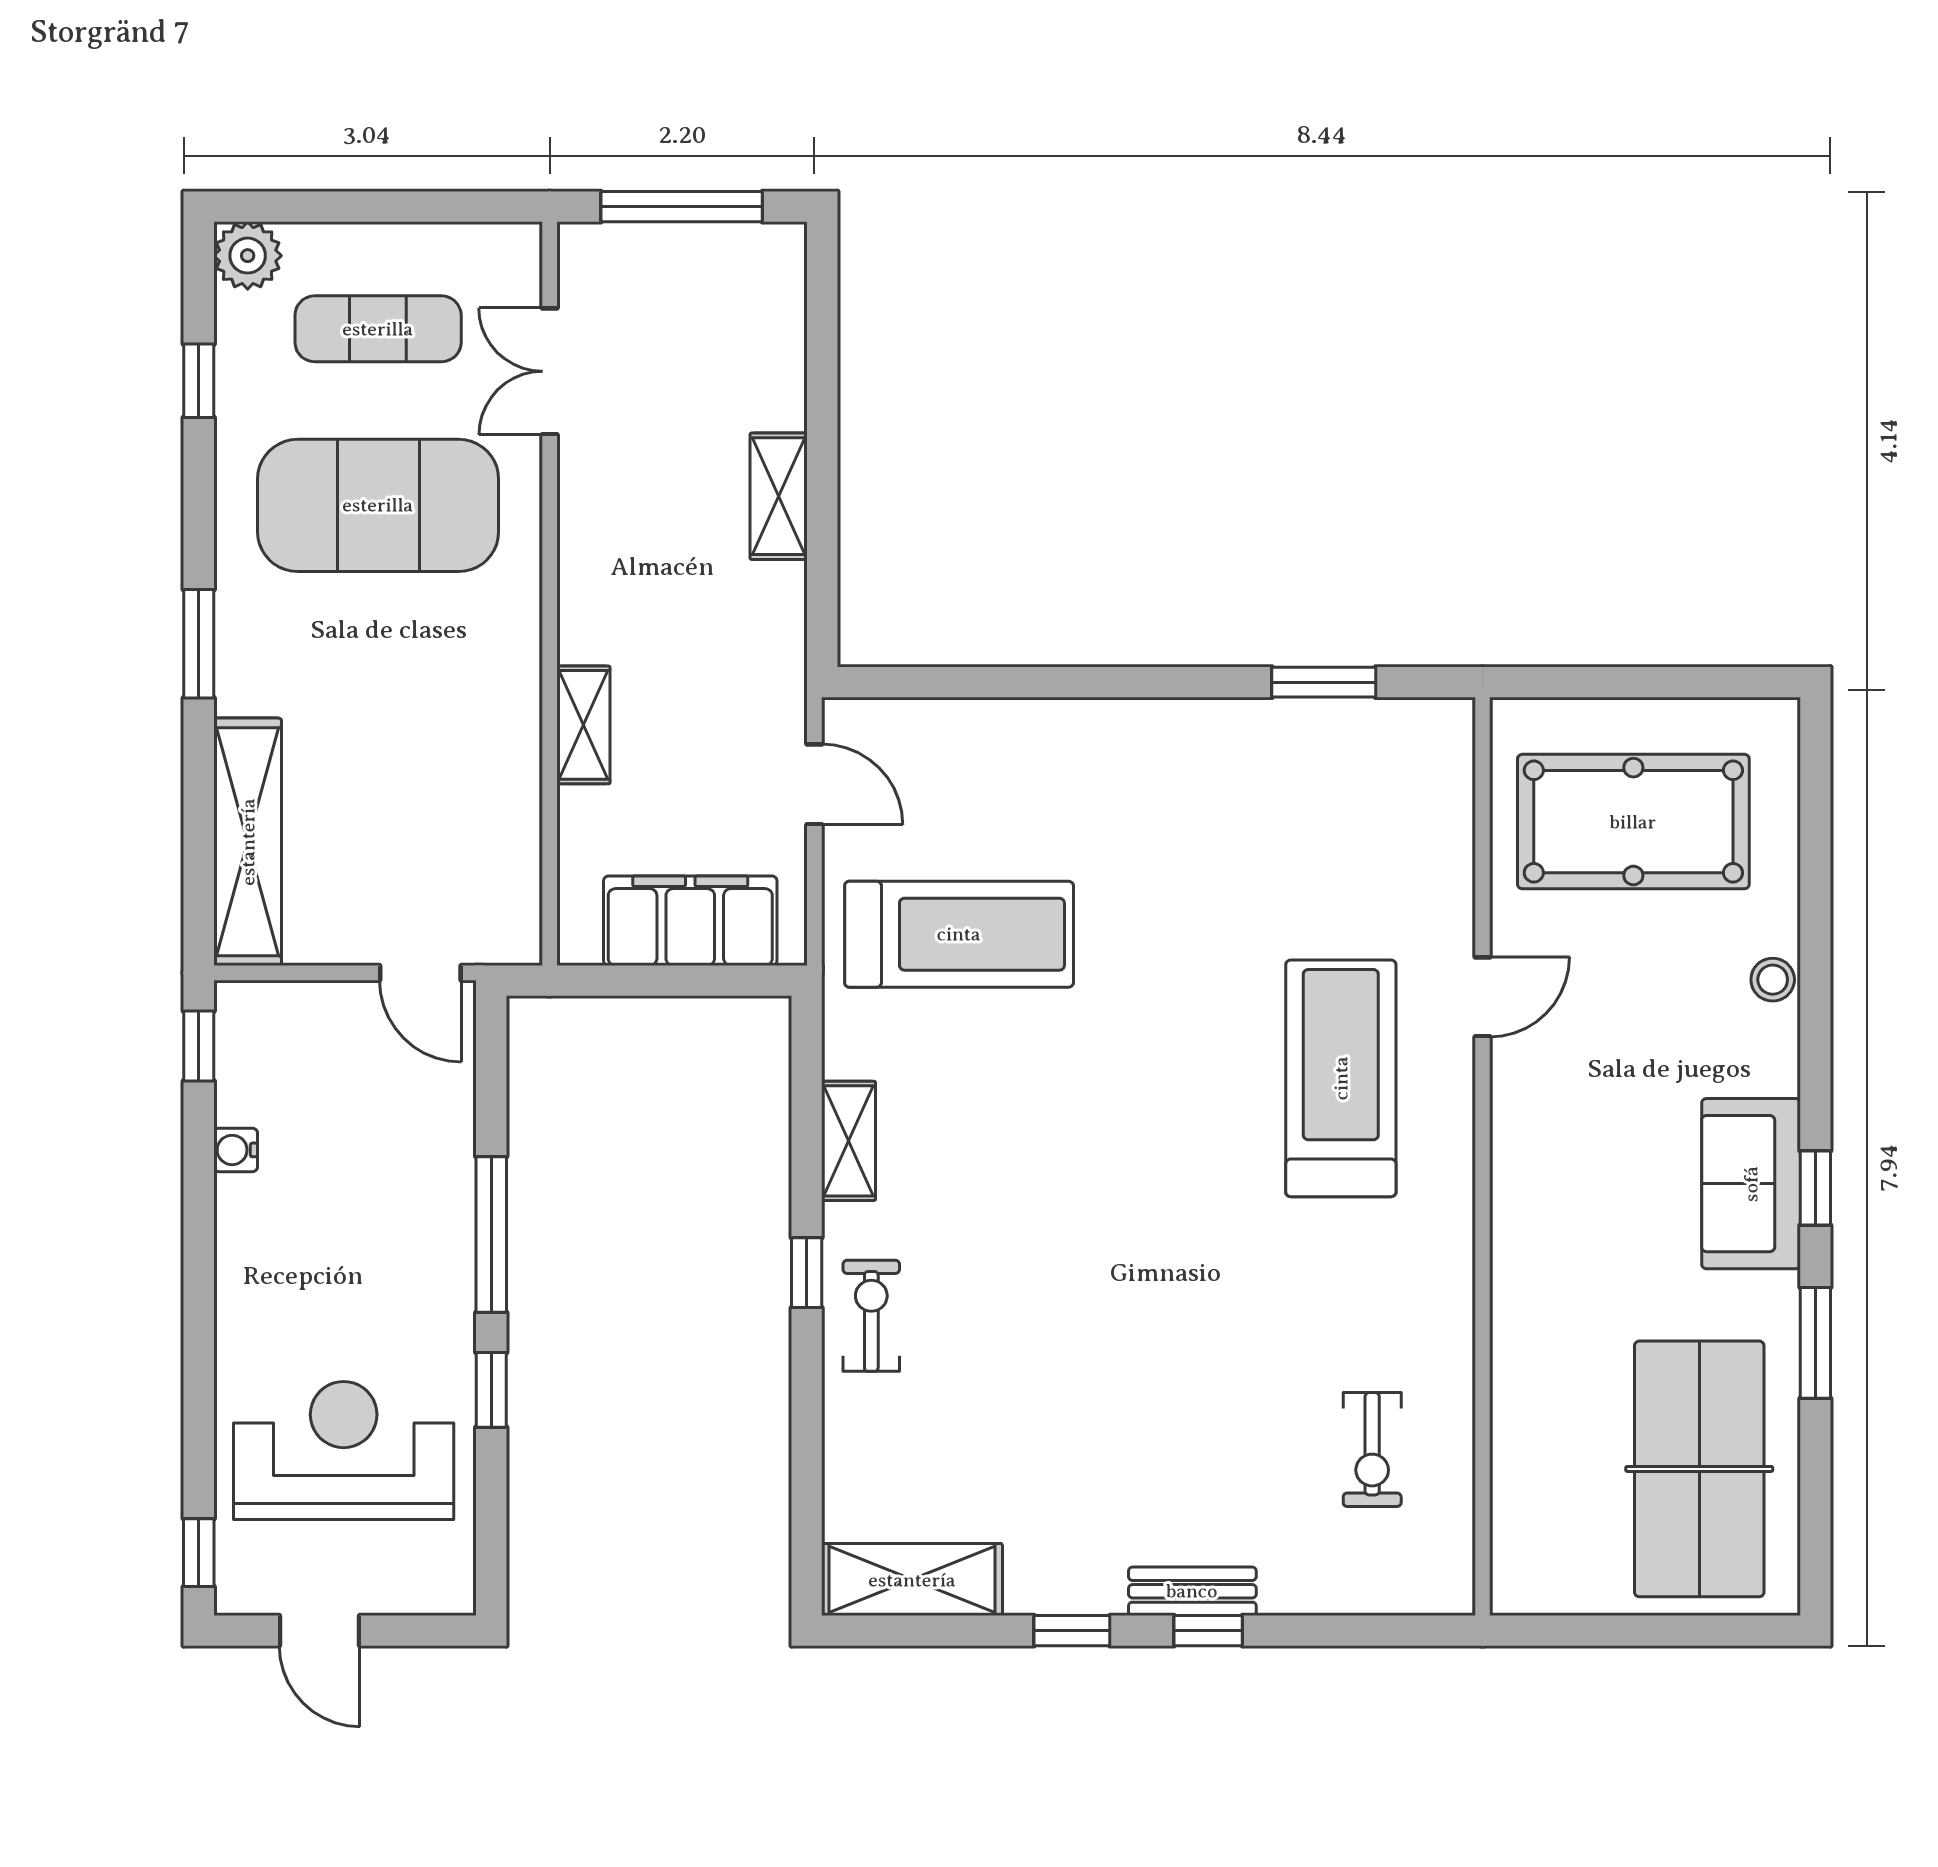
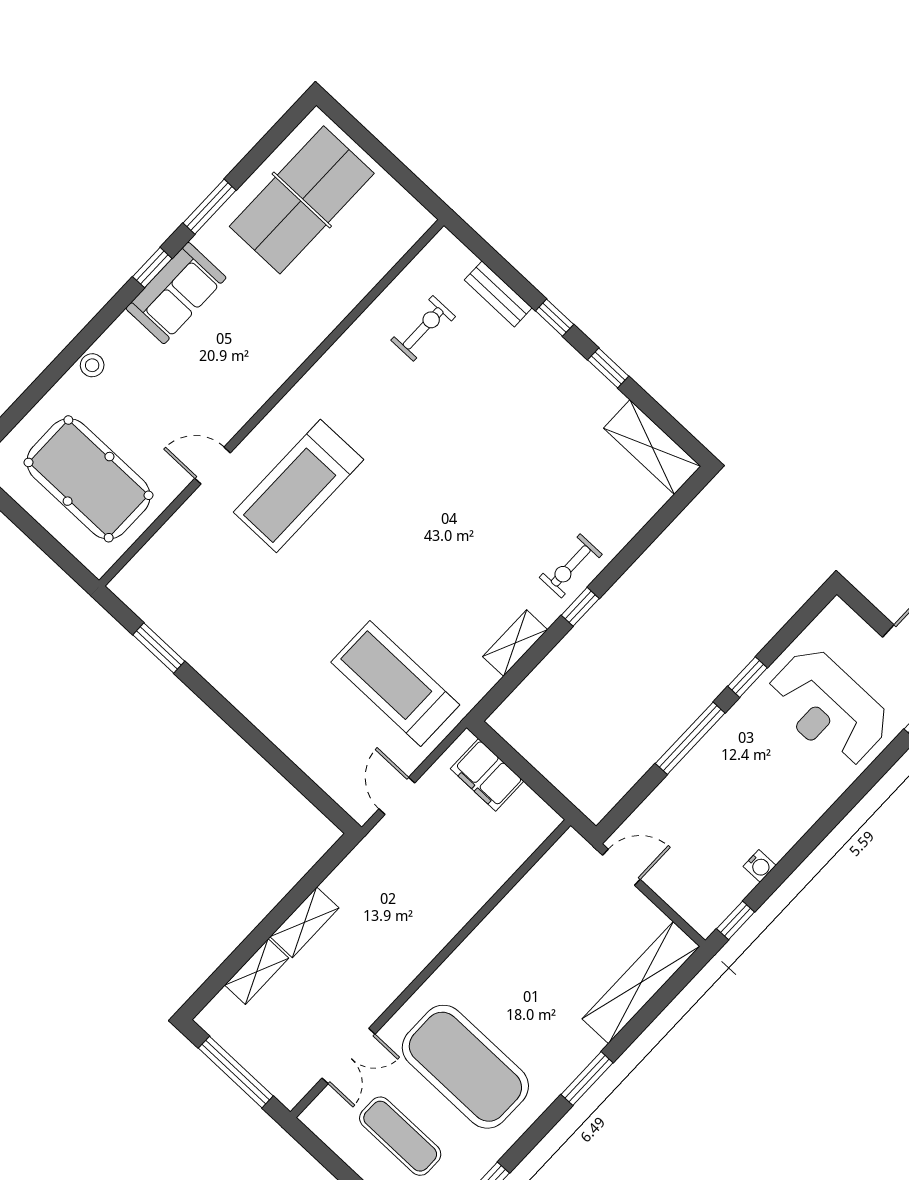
shelving: (583, 725) -> (257, 972), moved
filing cabinet: (690, 921) -> (487, 775), width x0.67, depth x0.86
door: (420, 973) -> (621, 867), hinge flipped
bench: (1192, 1591) -> (498, 294), moved

